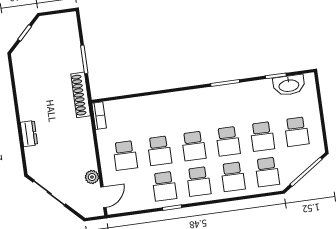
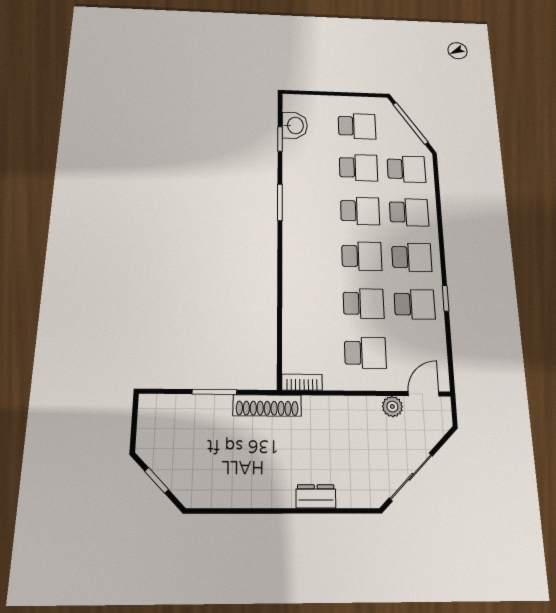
washbasin: (289, 85) -> (295, 125), width x0.72
door: (103, 197) -> (424, 394), hinge flipped

